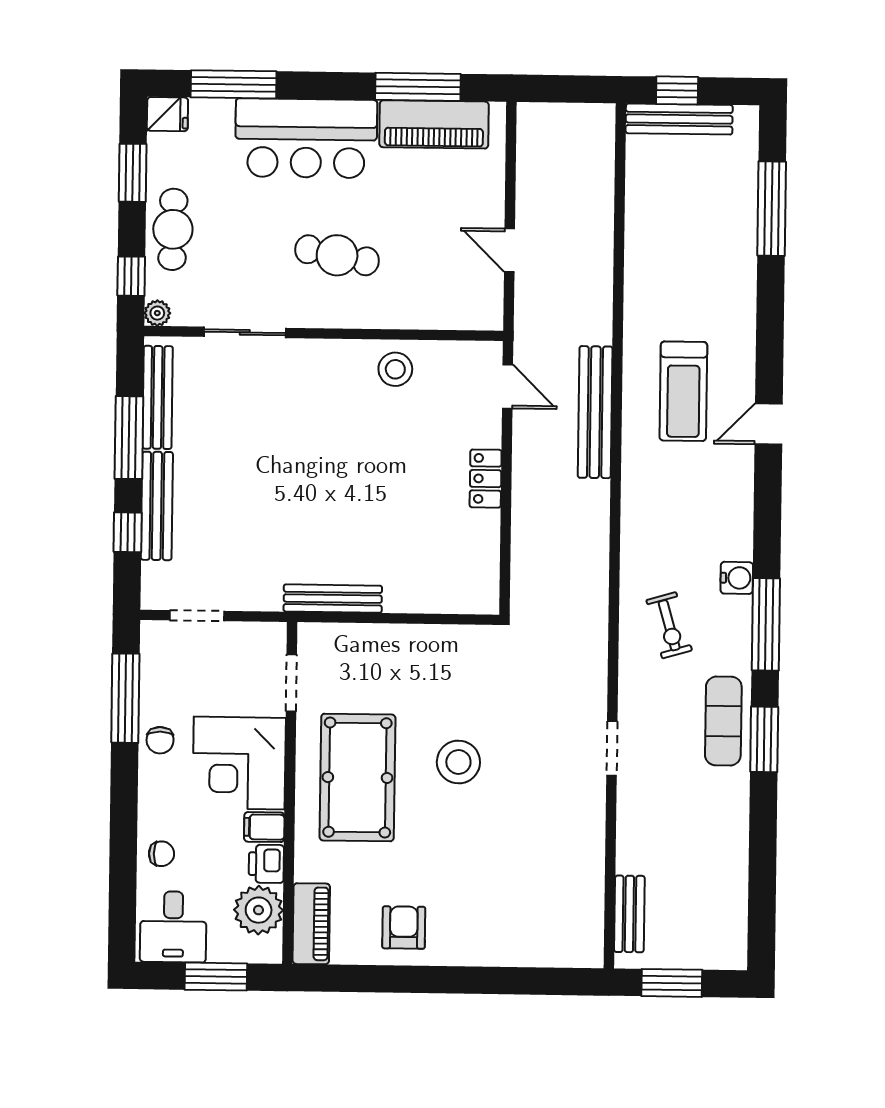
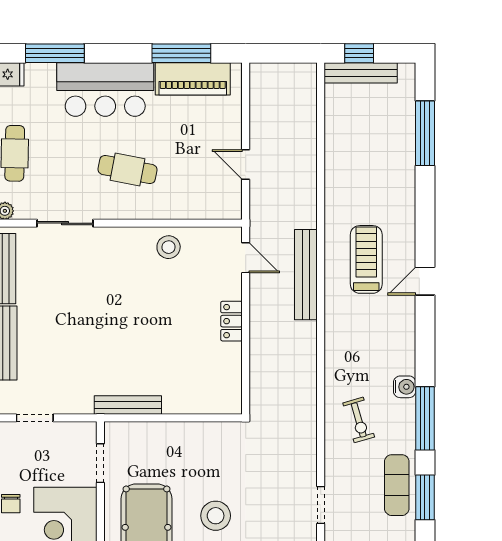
treadmill: (683, 391) -> (366, 259), turned 180

